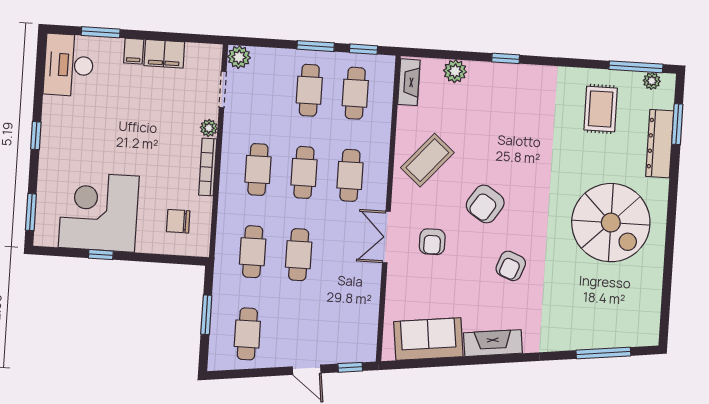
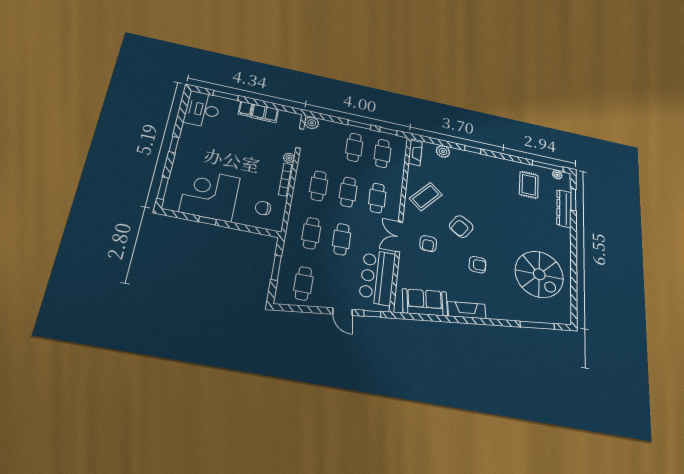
spiral stairs: (611, 223) -> (539, 274), moved
armchair: (511, 266) -> (478, 265), turned -111
bar counter: (356, 308) -> (377, 277), added

